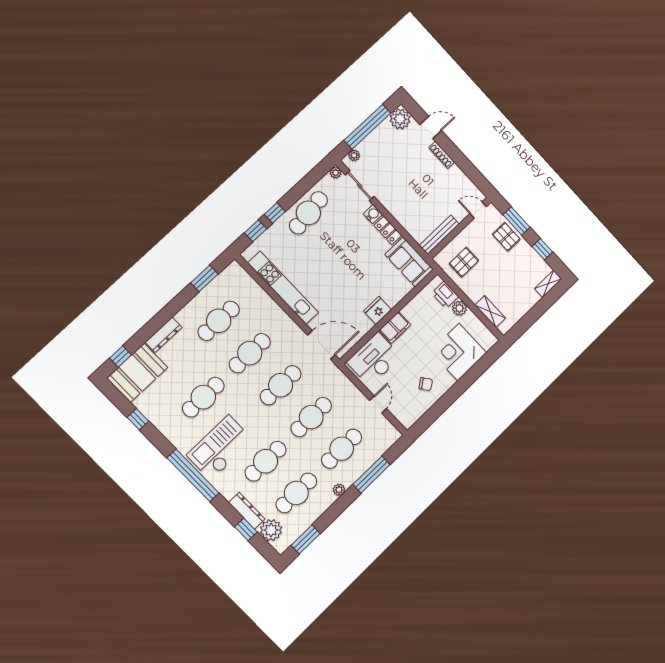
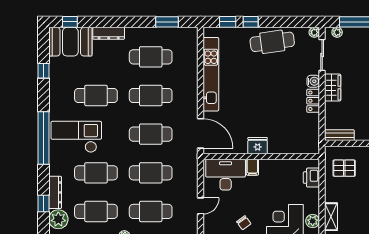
wardrobe: (393, 205) -> (333, 88), added
bench: (439, 235) -> (339, 135), width x0.73
sofa: (409, 262) -> (308, 134), removed
plant: (459, 308) -> (313, 221), moved
filing cabinet: (395, 327) -> (252, 167), width x0.50

